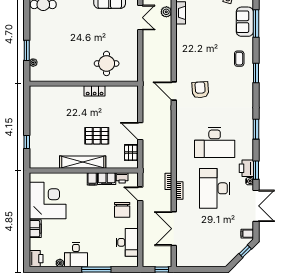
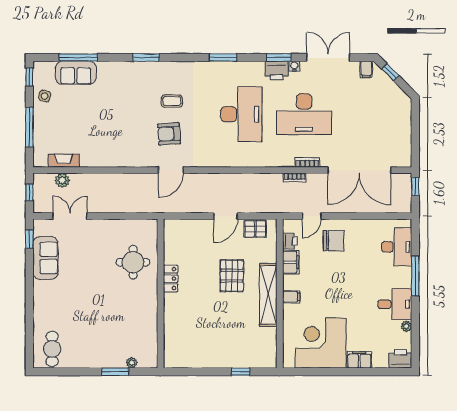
coffee table: (239, 59) -> (172, 101), moved
filing cabinet: (92, 179) -> (291, 297), moved
double door: (174, 229) -> (359, 170), width x1.36
desk: (127, 242) -> (397, 247), moved, turned 90

